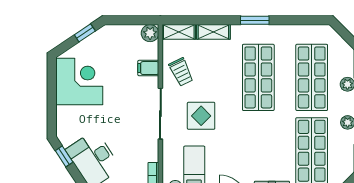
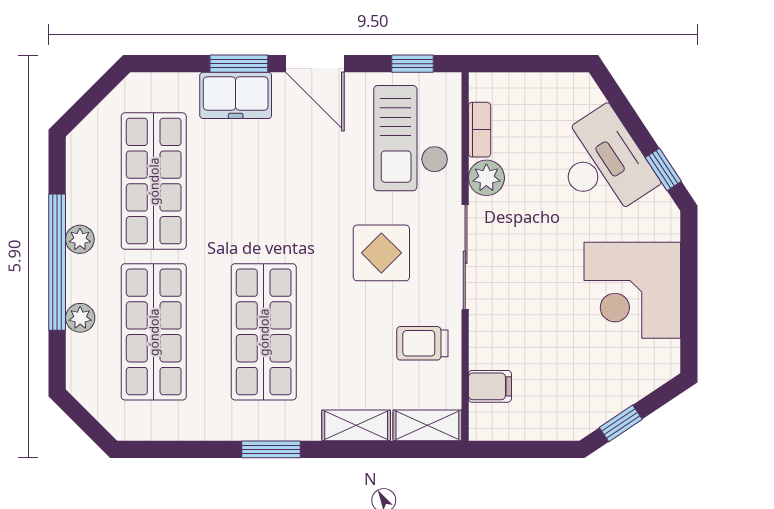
plant: (150, 33) -> (486, 178), moved
filing cabinet: (148, 68) -> (490, 386), moved
trolley: (181, 72) -> (422, 343), turned -64
corner desk: (79, 81) -> (632, 290), moved

